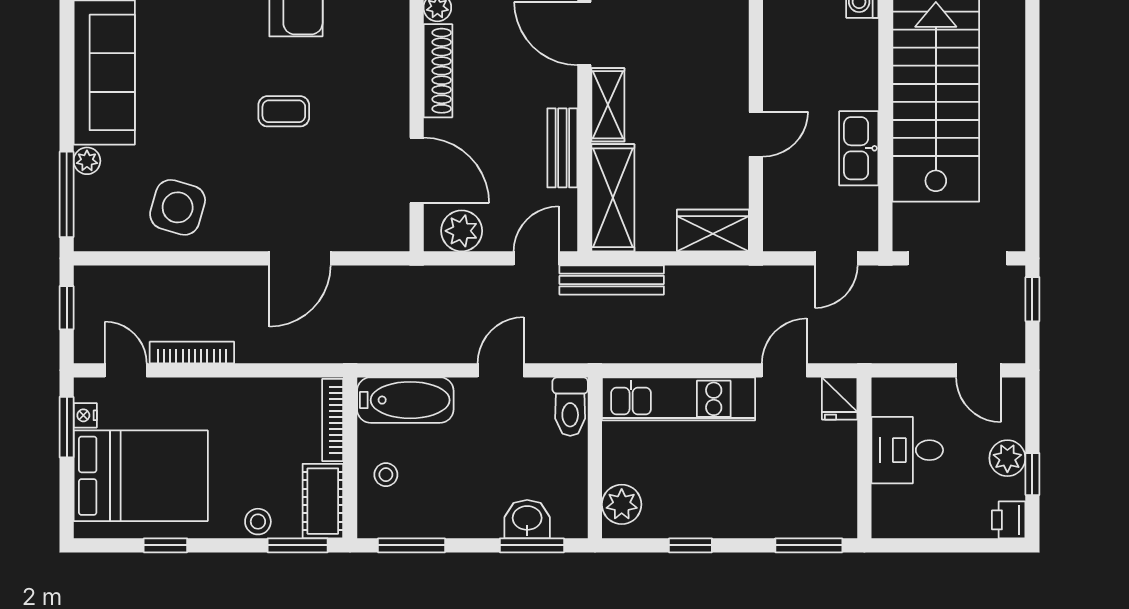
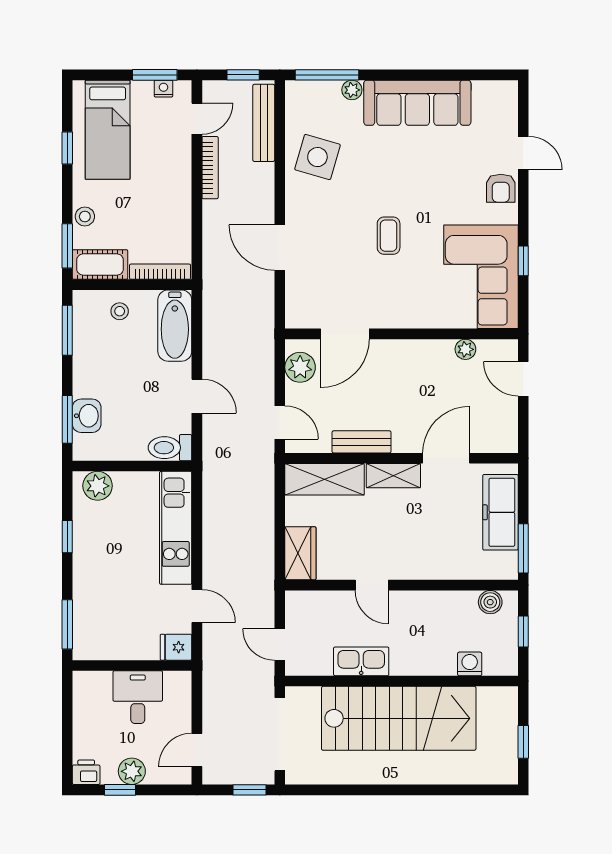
shoe rack: (438, 71) -> (419, 350), removed
bench: (612, 280) -> (264, 123), moved
bed: (141, 476) -> (108, 130), width x0.67

